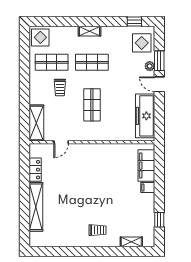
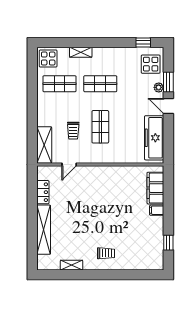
shelving: (90, 31) -> (81, 52), moved
trolley: (60, 88) -> (73, 131), moved
shelving: (131, 242) -> (72, 265), moved

